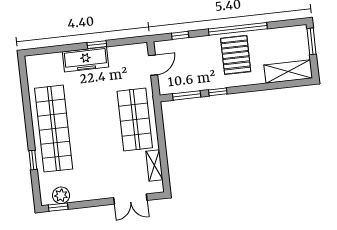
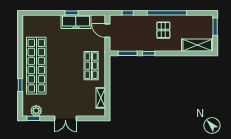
pallet: (236, 55) -> (163, 30), width x0.67, depth x0.71
freezer: (86, 59) -> (76, 22), moved
door: (153, 65) -> (107, 31), swing flipped
shop shelf: (135, 120) -> (91, 66), width x0.70, depth x0.74
double door: (130, 199) -> (65, 118), moved

